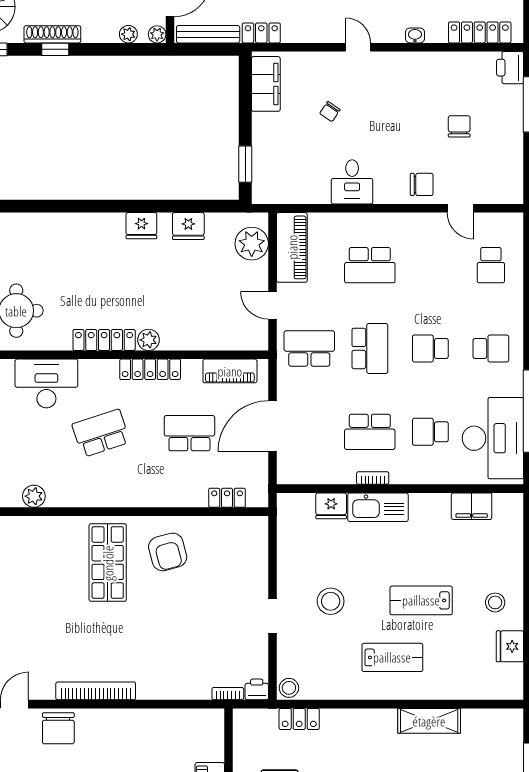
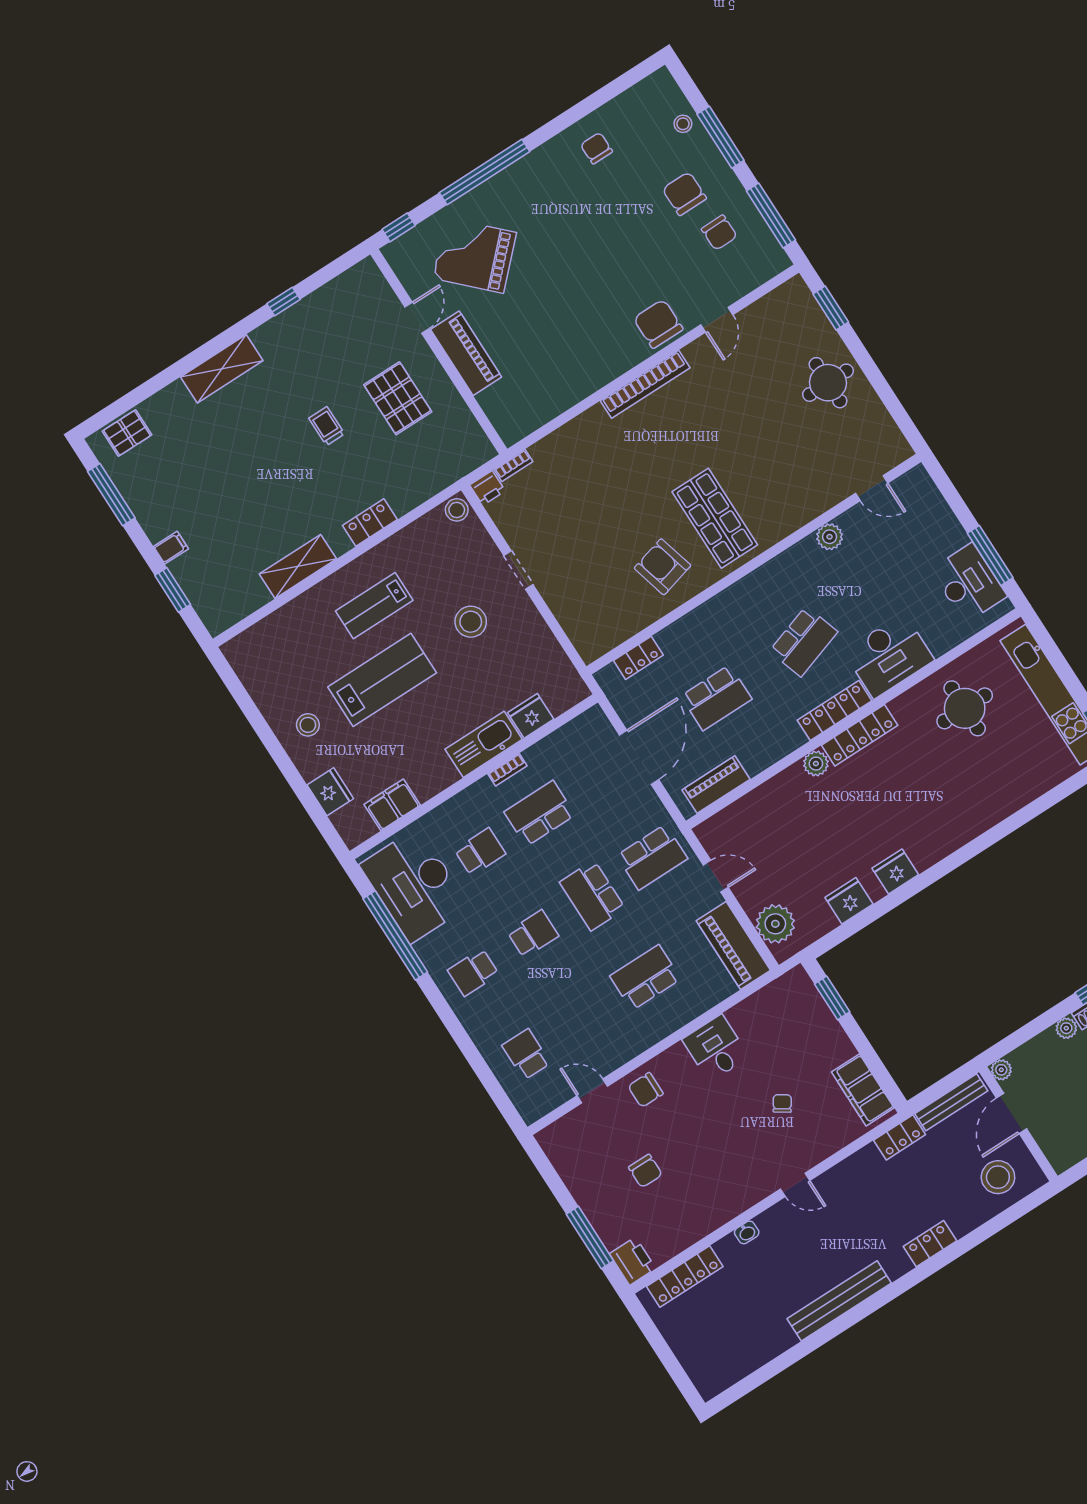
plant: (128, 34) -> (1066, 1028), moved
locker: (150, 369) -> (835, 710), moved
lab bench: (421, 600) -> (382, 680), width x1.36, depth x1.39
fridge: (510, 646) -> (330, 792), moved
locker: (299, 719) -> (370, 523), moved

